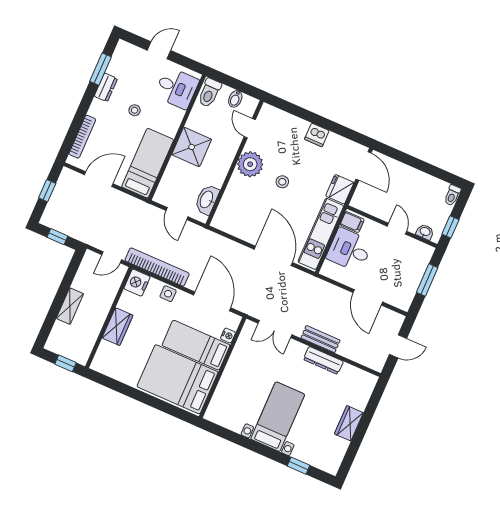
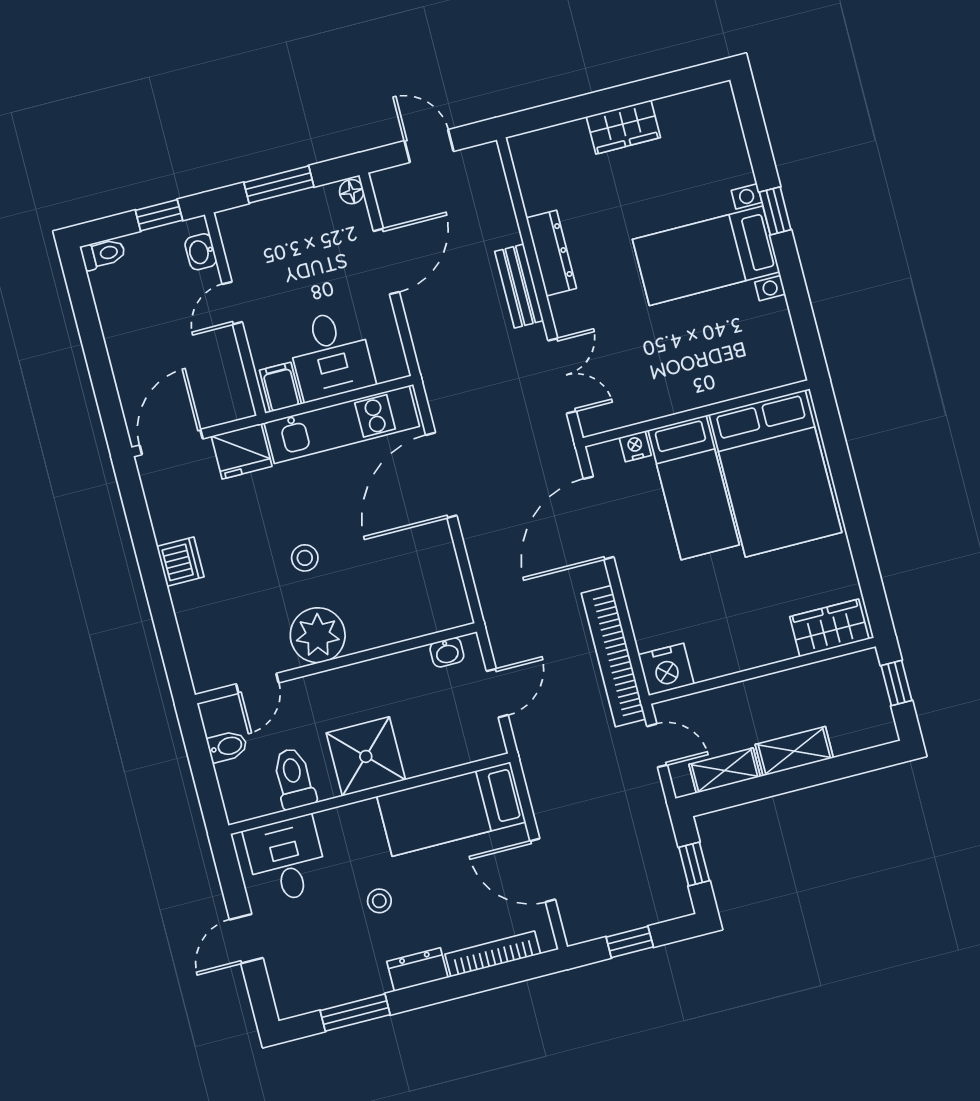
door: (159, 50) -> (246, 939), hinge flipped
dresser: (106, 87) -> (417, 970), moved
toilet: (209, 93) -> (294, 778), moved, turned -90
washbasin: (207, 200) -> (447, 652), width x0.52, depth x0.69
shelving: (83, 275) -> (725, 770), added
side table: (168, 294) -> (644, 602), removed
floor lamp: (404, 305) -> (352, 192), added
wardrobe: (118, 327) -> (829, 628), moved
window: (298, 466) -> (775, 211), moved

